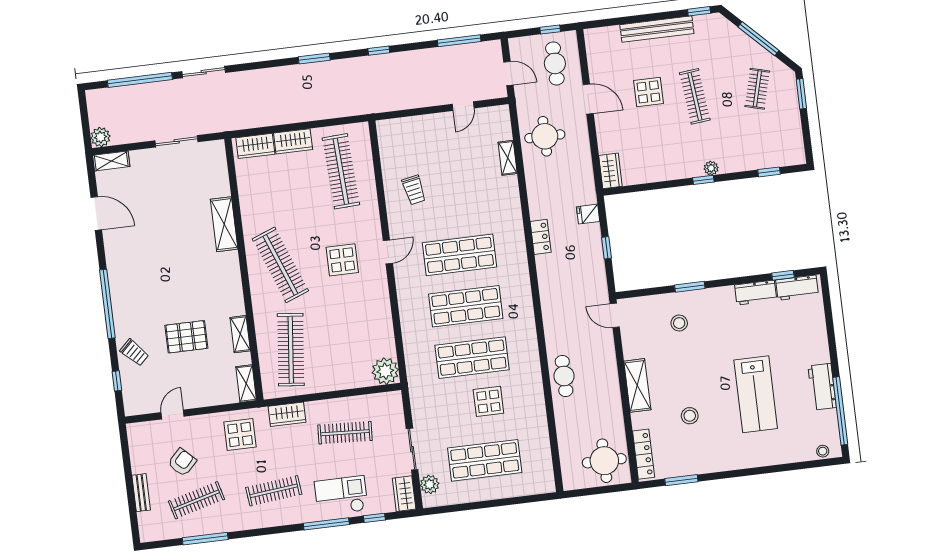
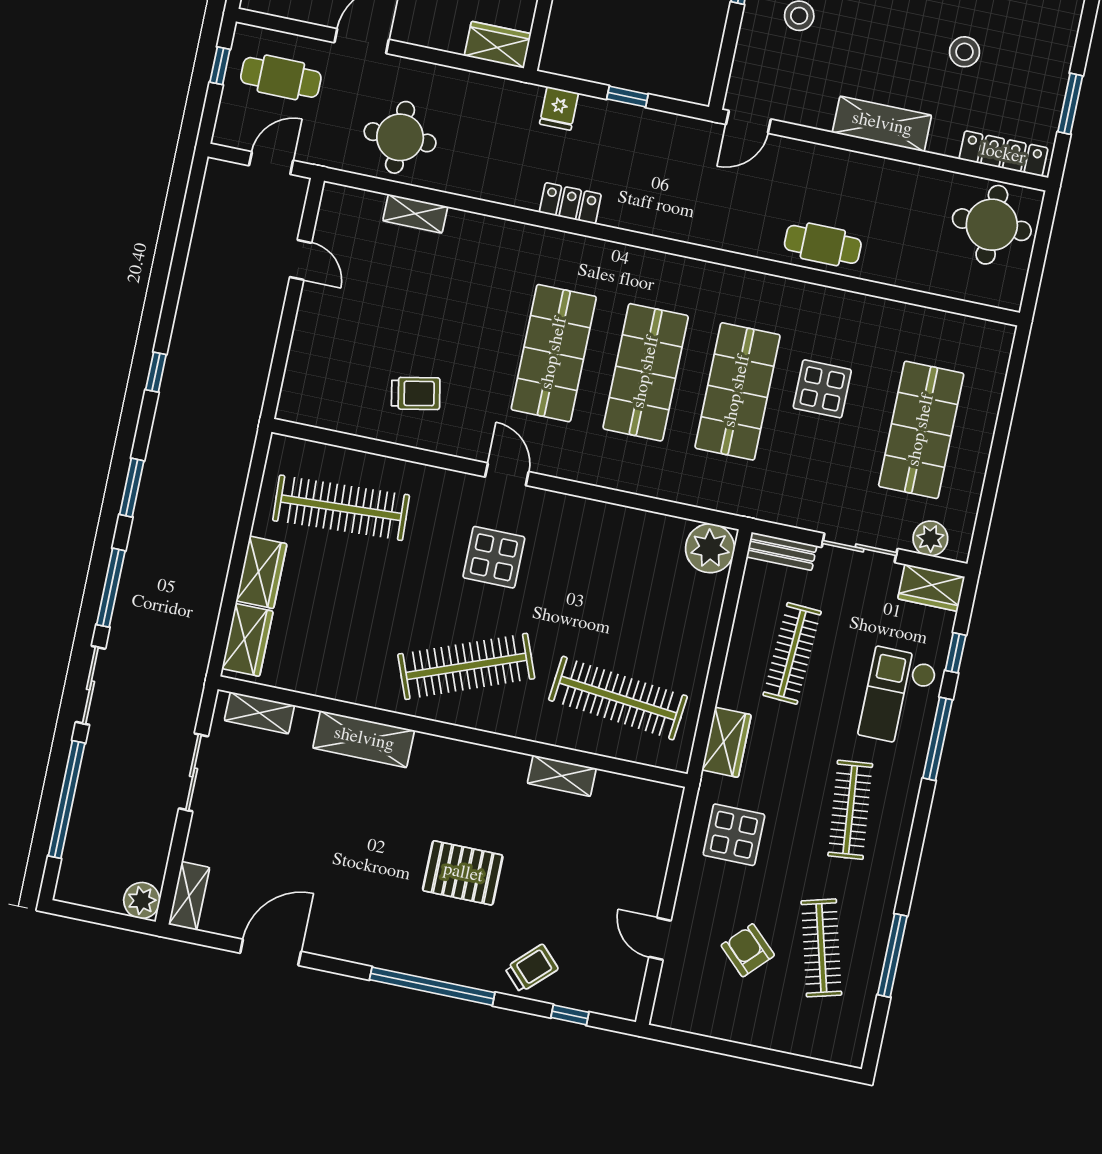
window: (459, 41) -> (111, 588), moved
pallet: (186, 337) -> (463, 873), moved, turned 90
shelving: (246, 384) -> (259, 713), moved
bench: (141, 493) -> (782, 551), moved

